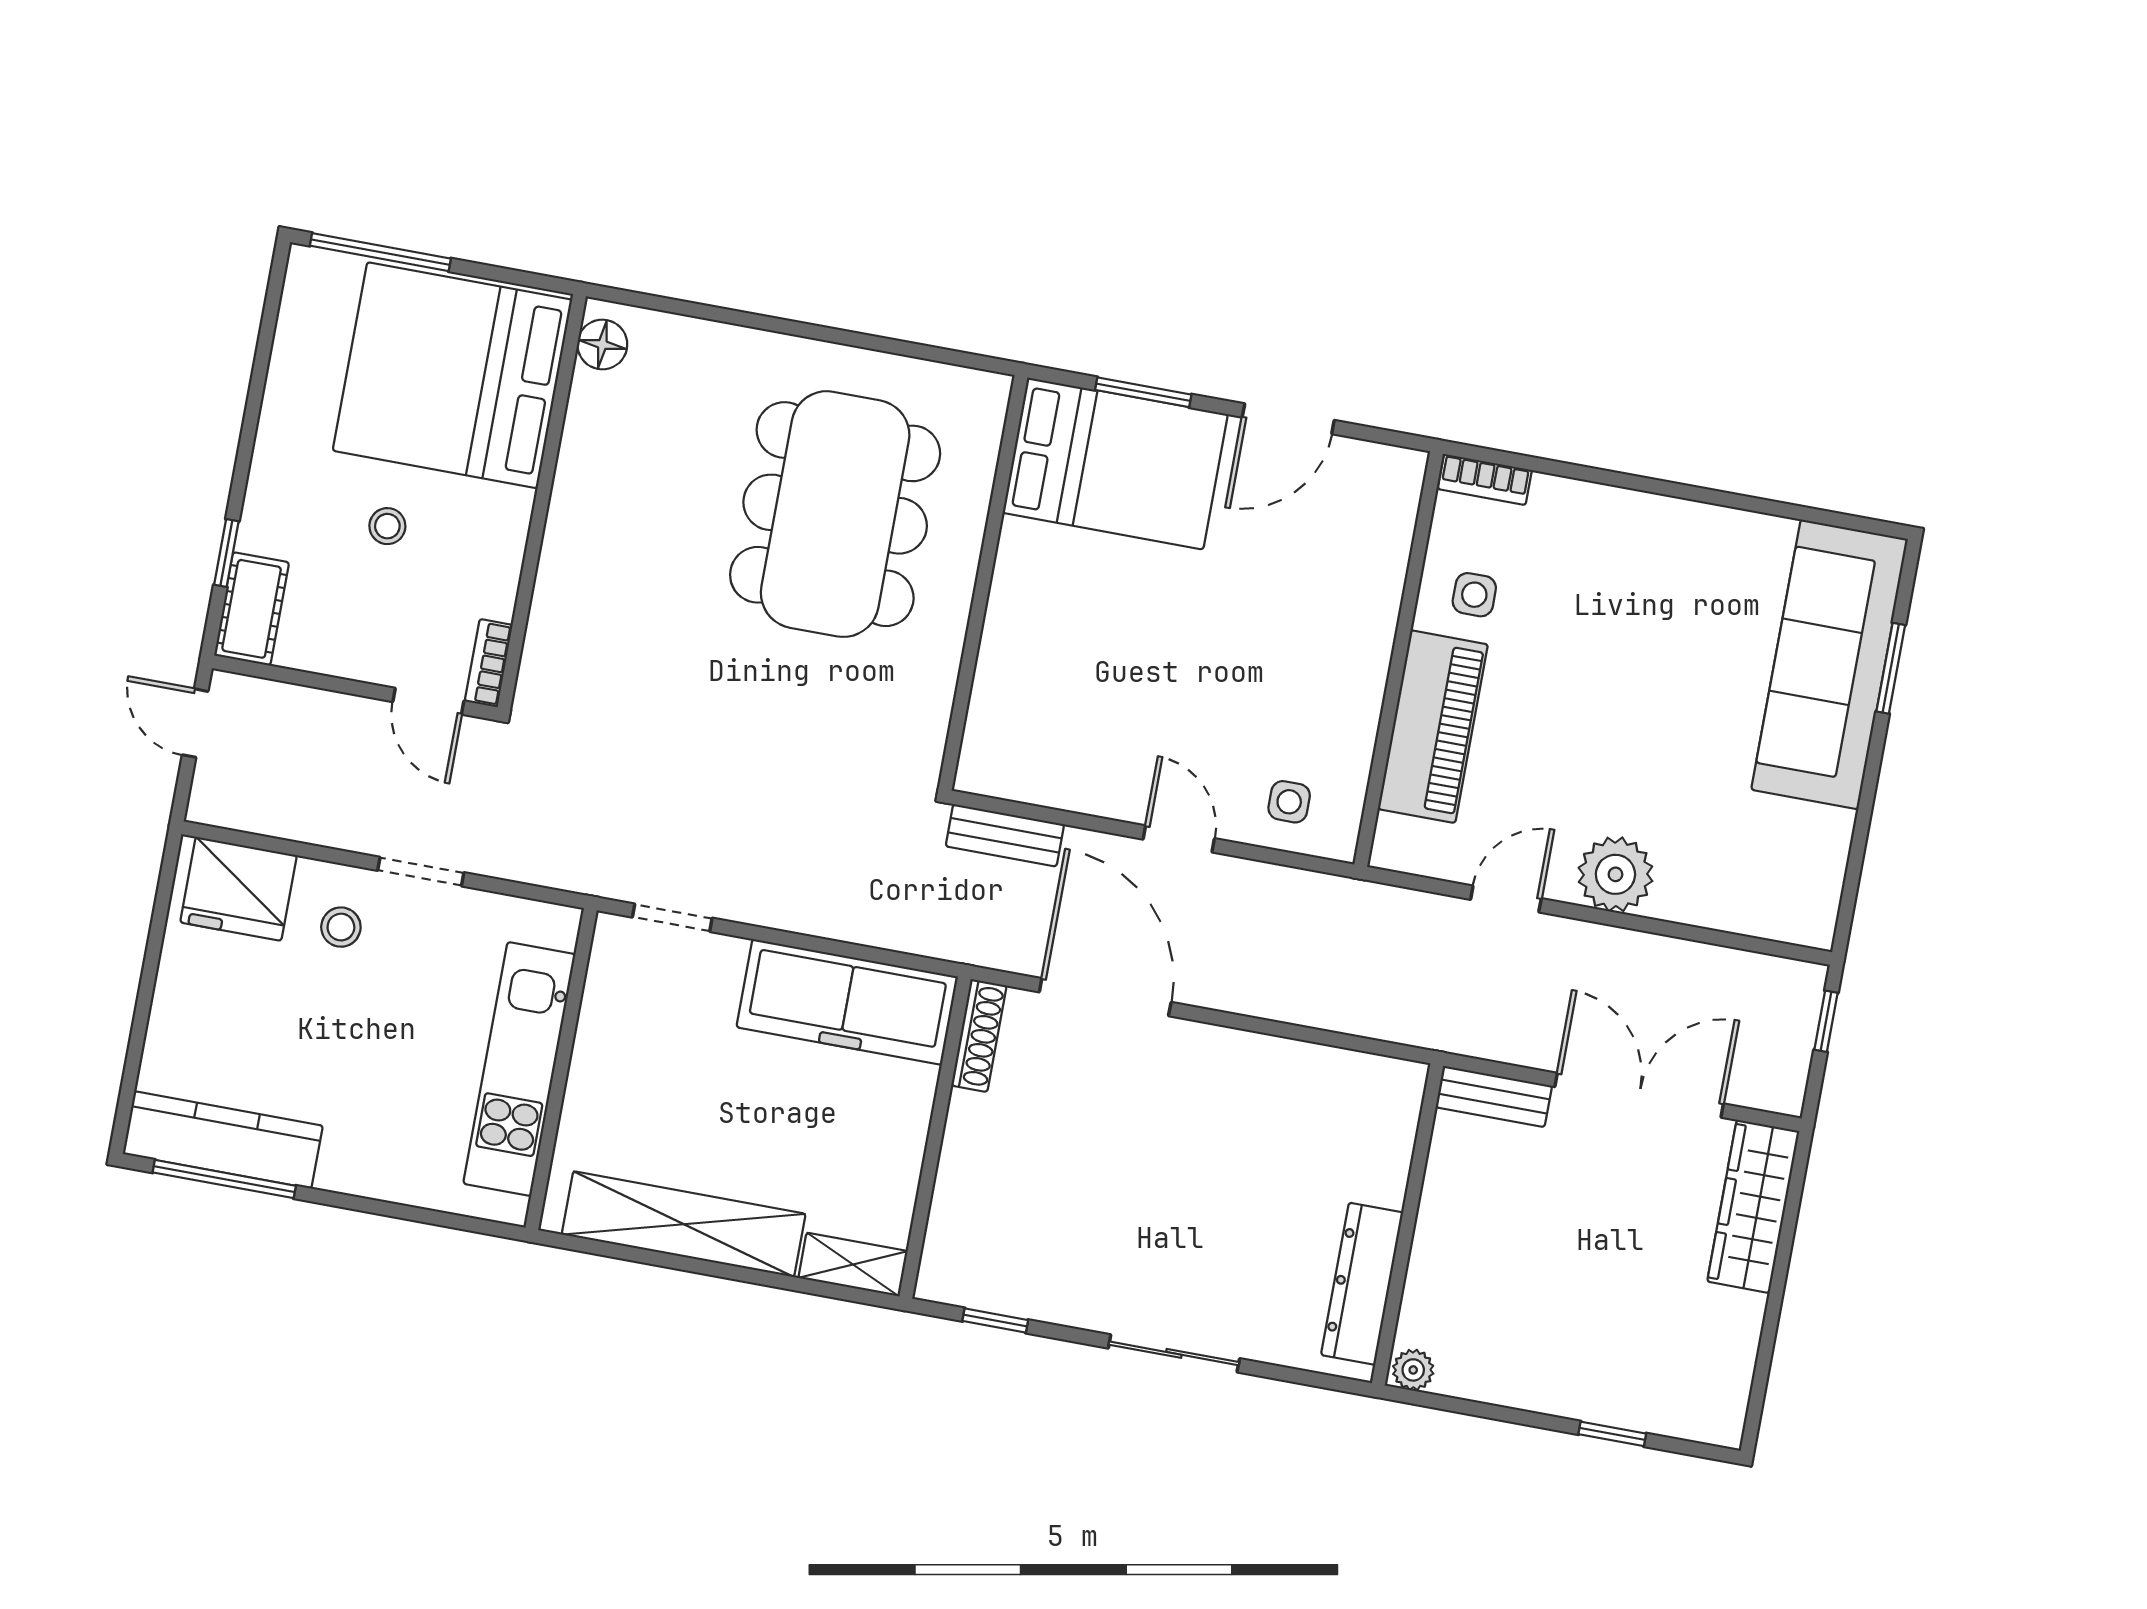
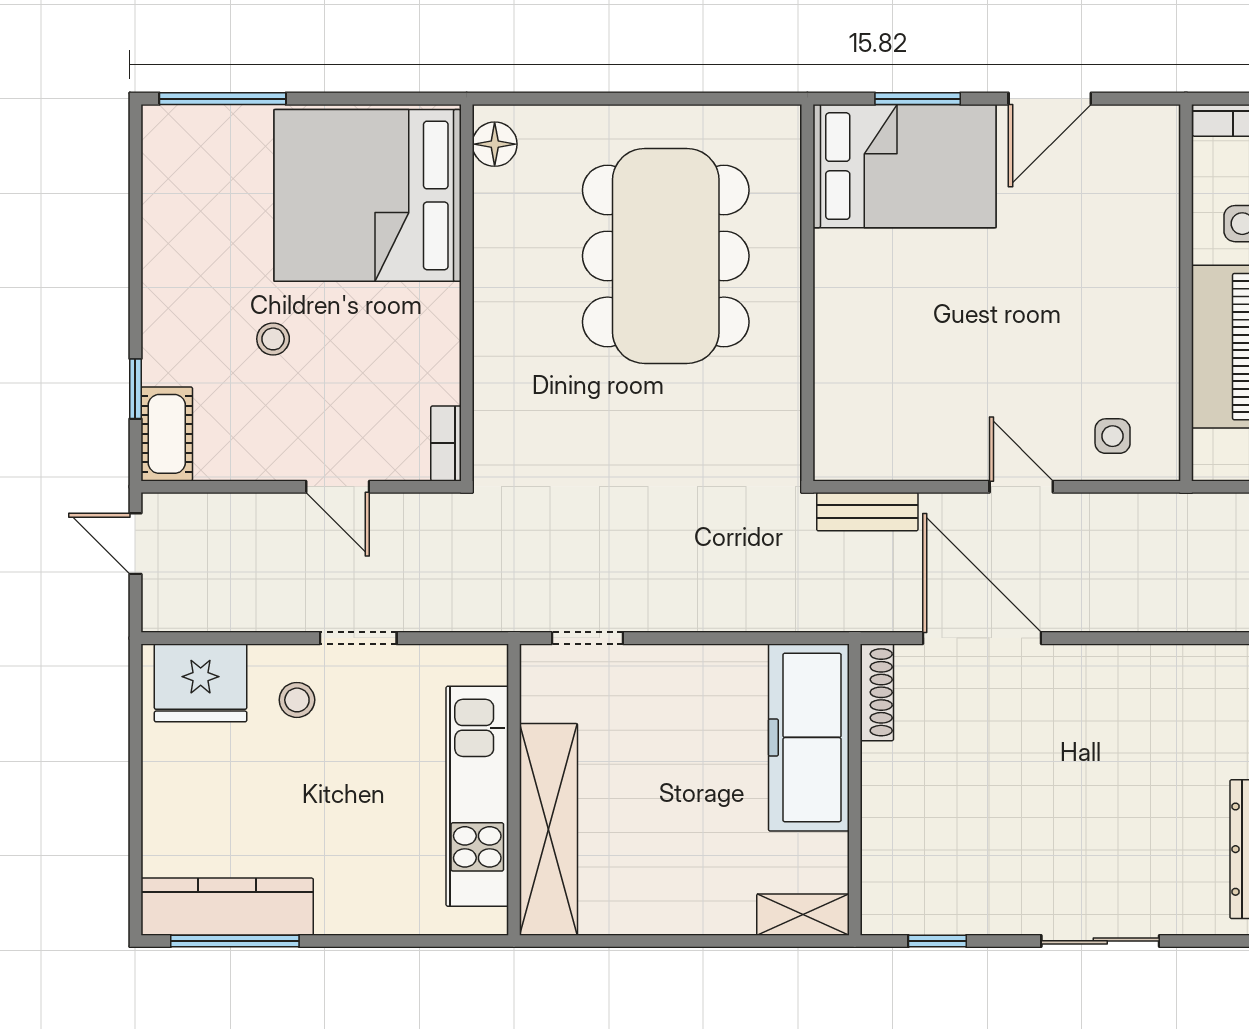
floor lamp: (602, 344) -> (495, 144), moved
bed: (452, 375) -> (368, 195), moved
wall: (542, 502) -> (467, 293), moved
bookcase: (489, 663) -> (446, 443), moved
freezer: (847, 1002) -> (809, 737), moved, turned 90
shelving: (684, 1224) -> (549, 829), moved, turned 90

